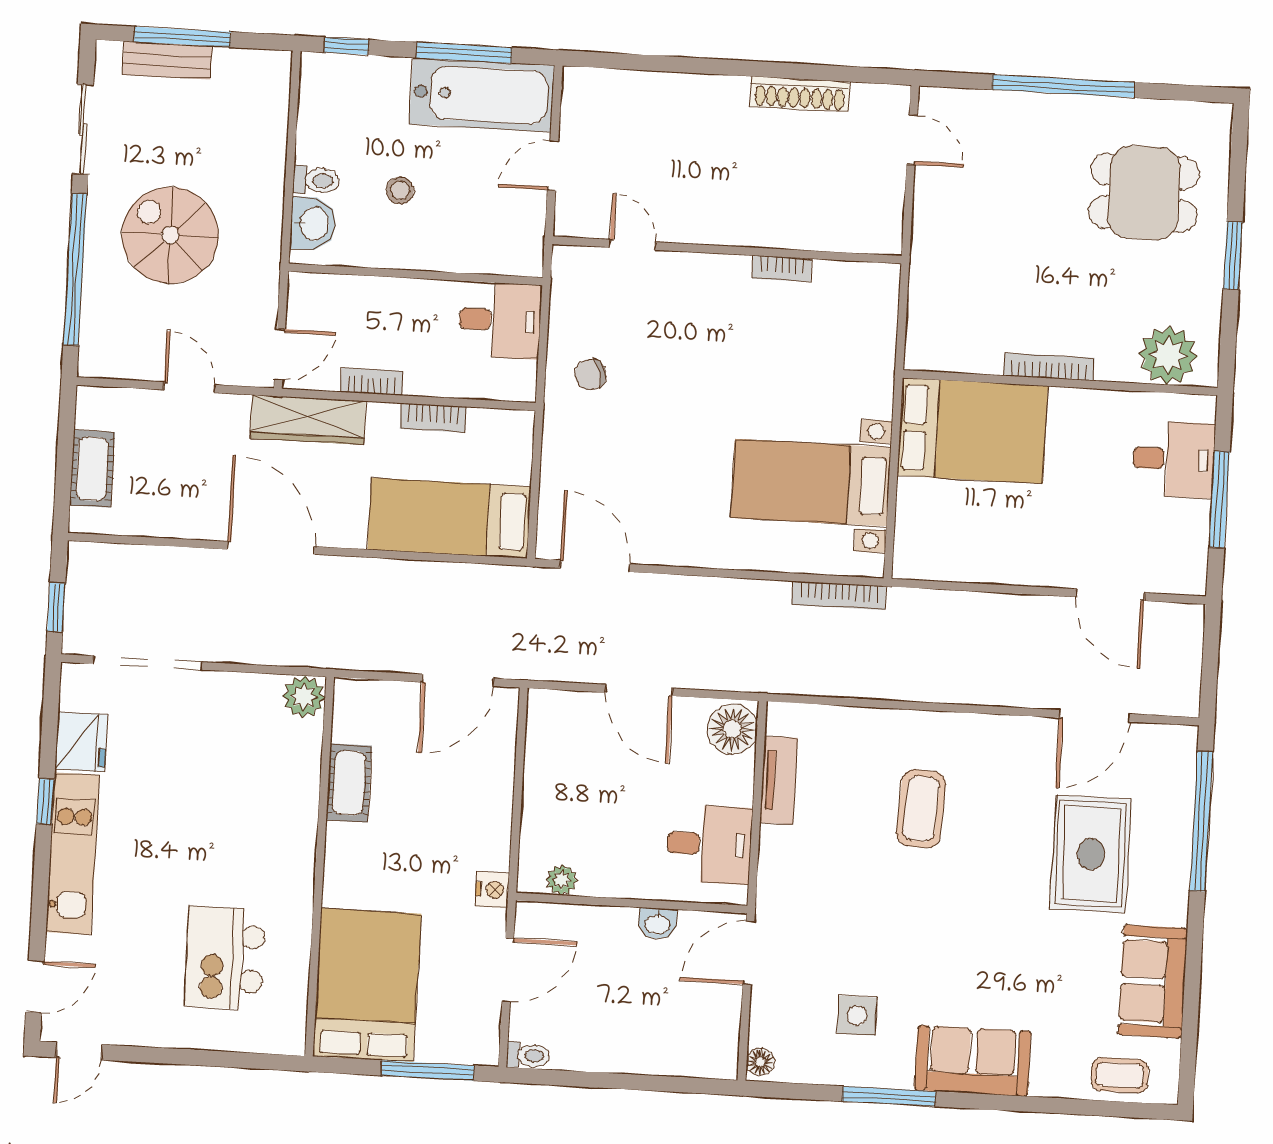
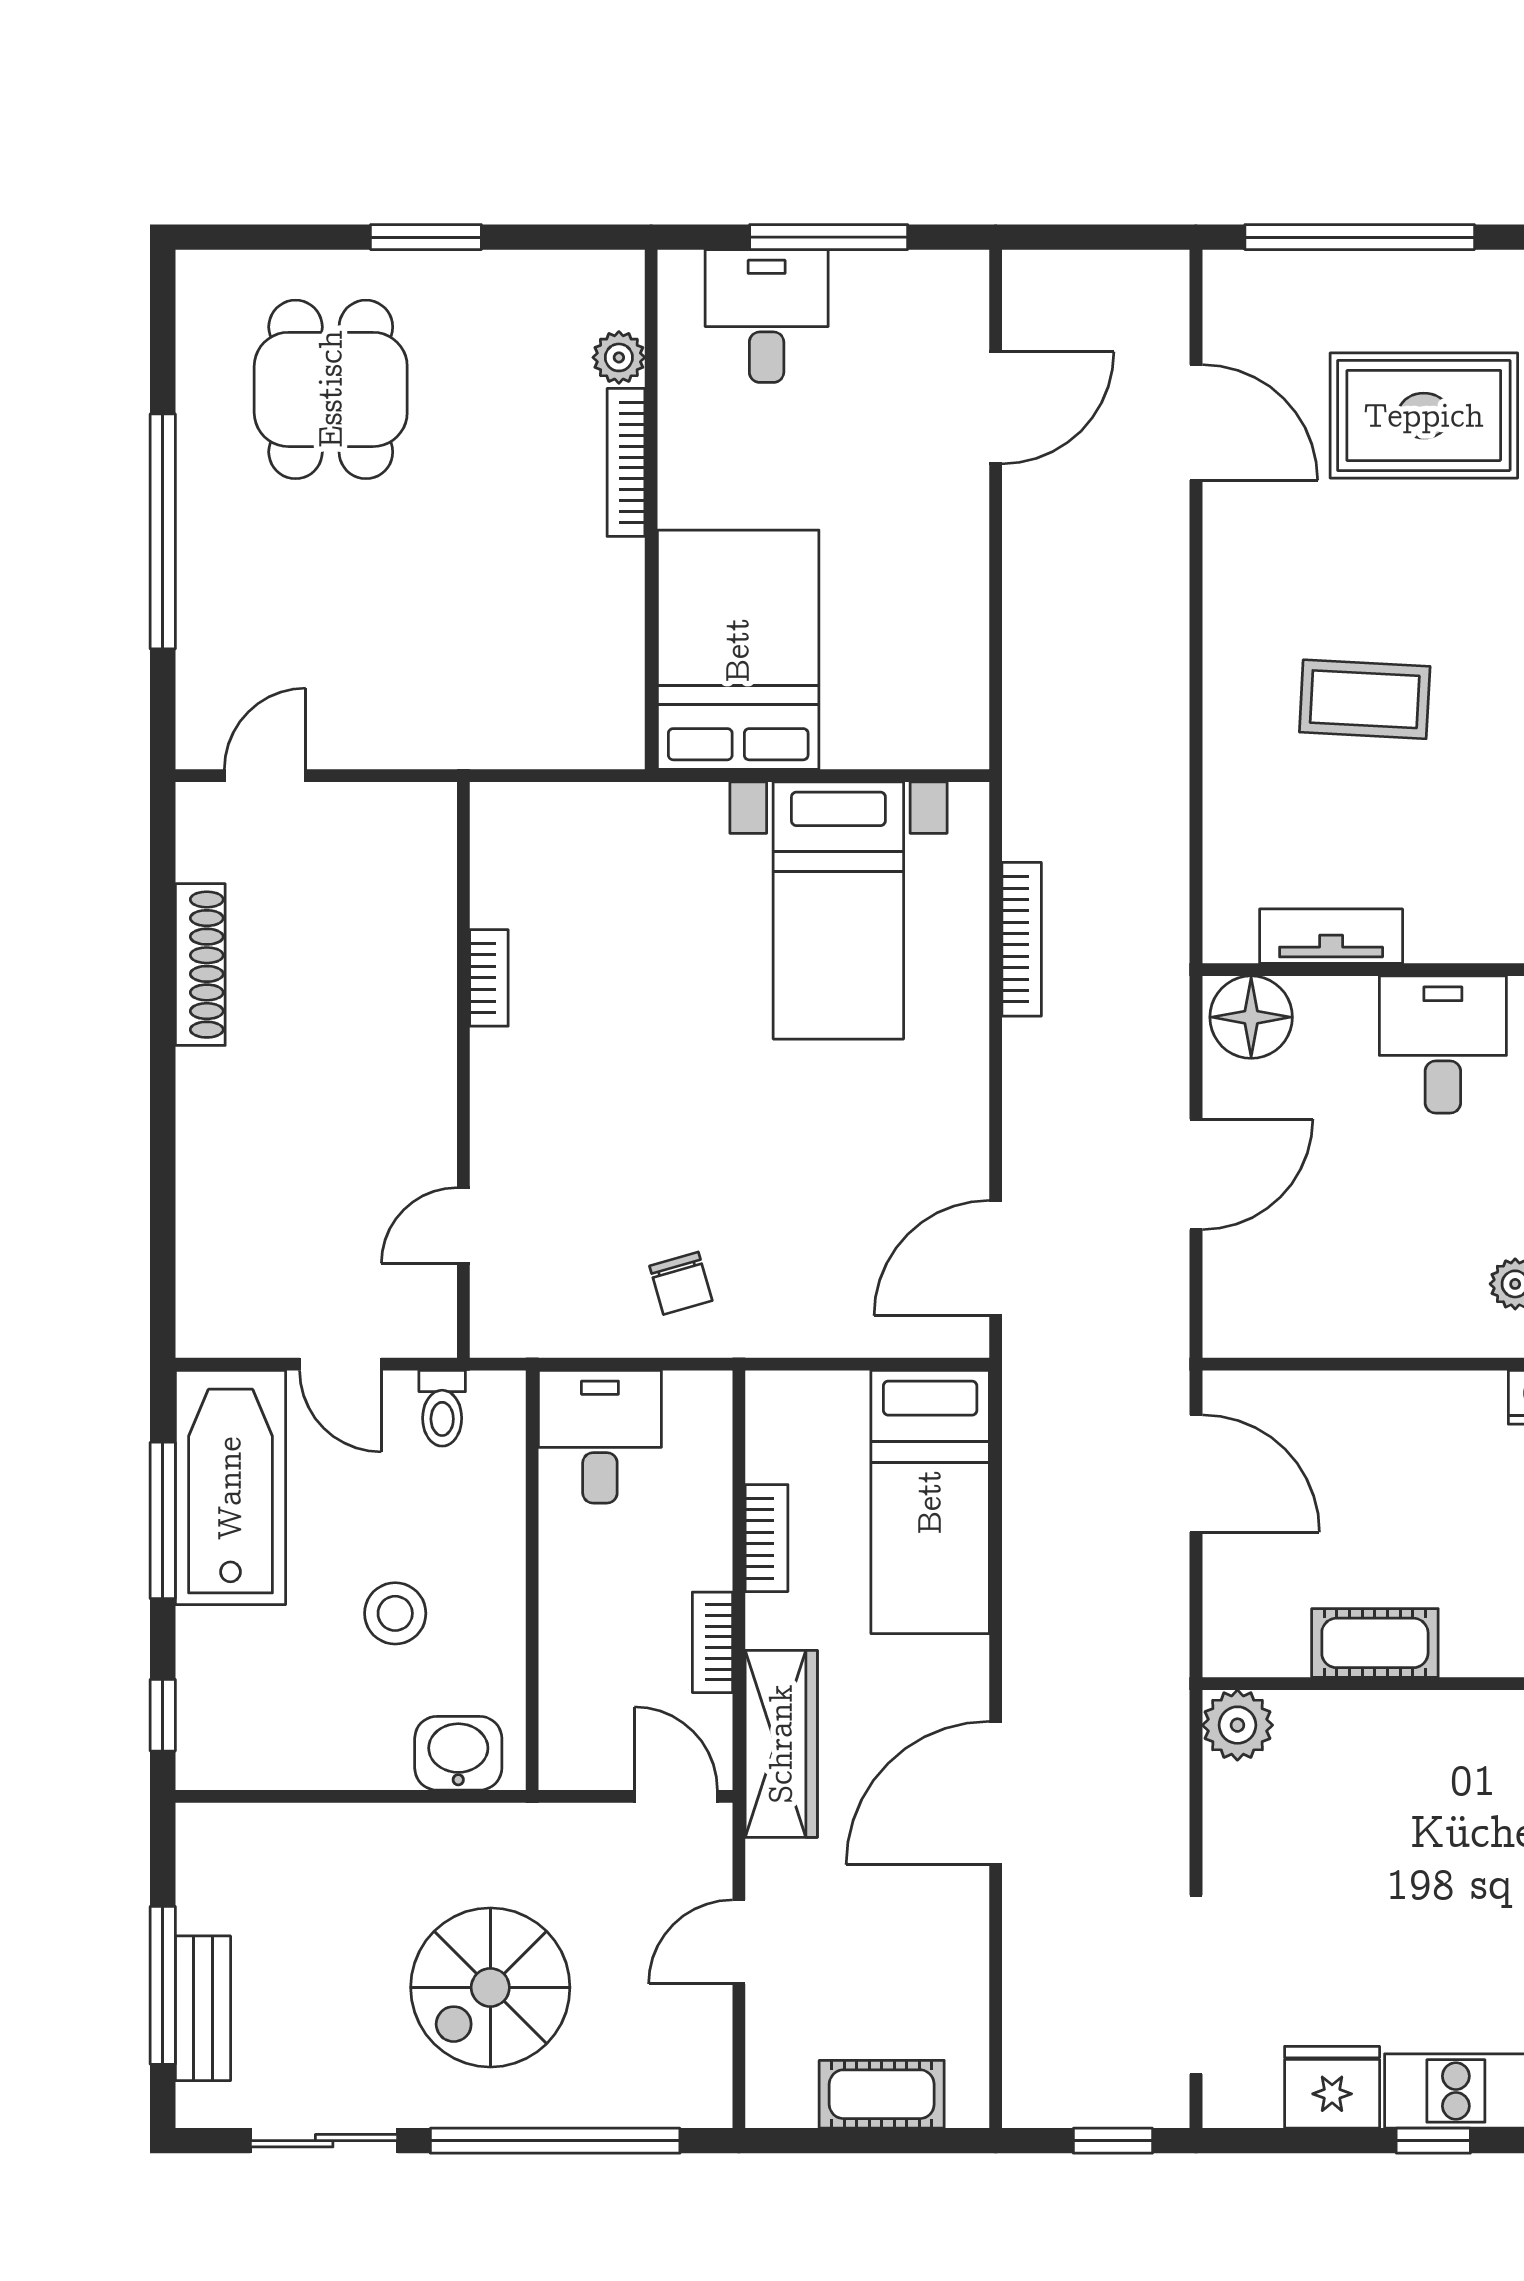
toilet: (316, 180) -> (442, 1408), moved, turned 180
stool: (400, 190) -> (395, 1613), width x1.37, depth x1.37
plant: (1168, 355) -> (619, 357), width x0.53, depth x0.53
bookcase: (1049, 367) -> (626, 462), moved
bookcase: (839, 596) -> (1022, 939), moved

